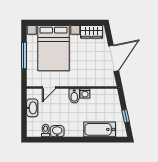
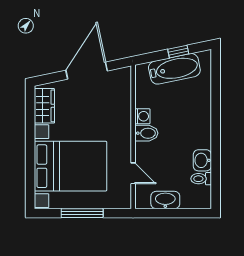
door: (114, 58) -> (87, 71), hinge flipped
bathtub: (100, 129) -> (174, 69), moved, turned -102

